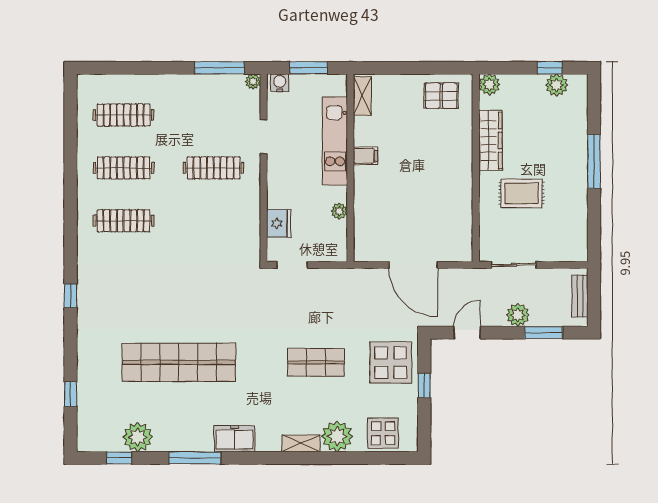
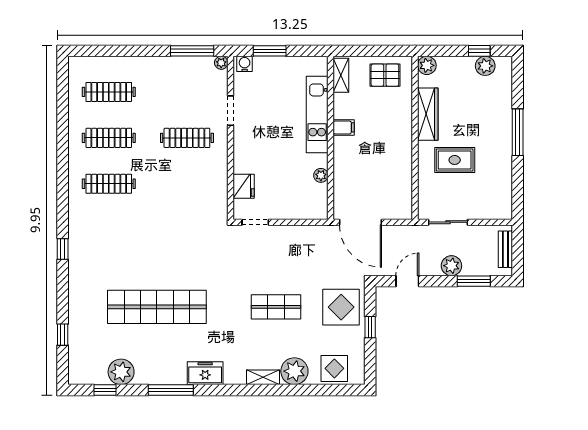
shelving: (362, 96) -> (341, 75), moved
kitchen unit: (335, 141) -> (317, 114), moved
filing cabinet: (365, 156) -> (344, 127), moved
wall: (350, 168) -> (331, 138), moved
plant: (339, 211) -> (321, 175), moved

